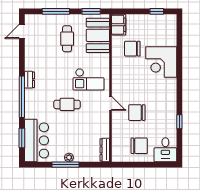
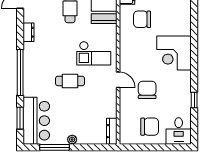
corner desk: (161, 62) -> (174, 53), moved
dresser: (29, 80) -> (29, 32), moved
chair: (137, 113) -> (147, 90), turned 90
window: (65, 165) -> (54, 147), moved

